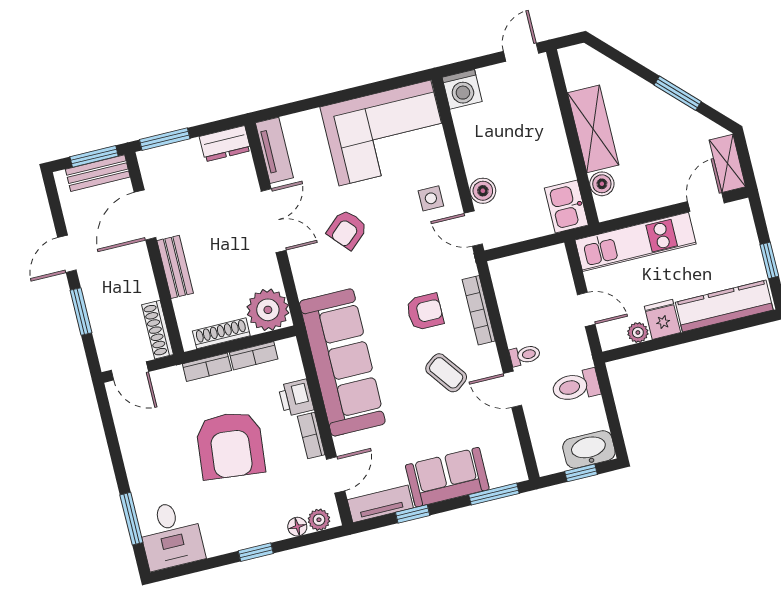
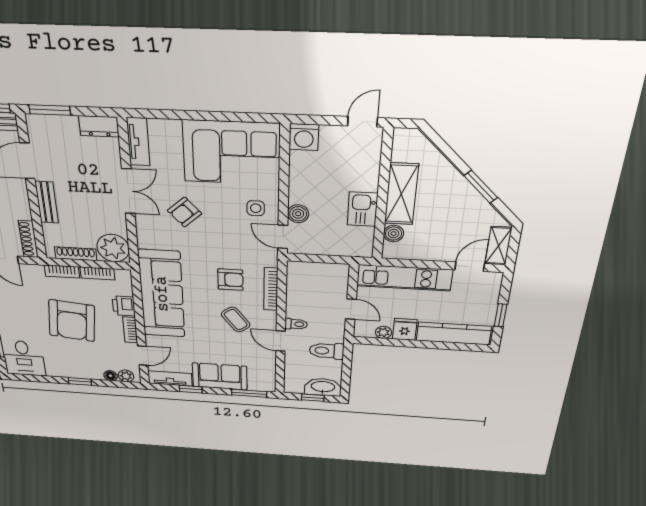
kitchen sink: (566, 207) -> (362, 209), moved

